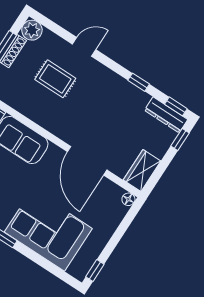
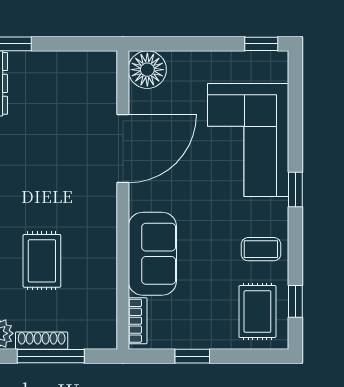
wardrobe: (142, 171) -> (89, 67), removed
floor lamp: (128, 199) -> (147, 70), width x1.89, depth x1.89

